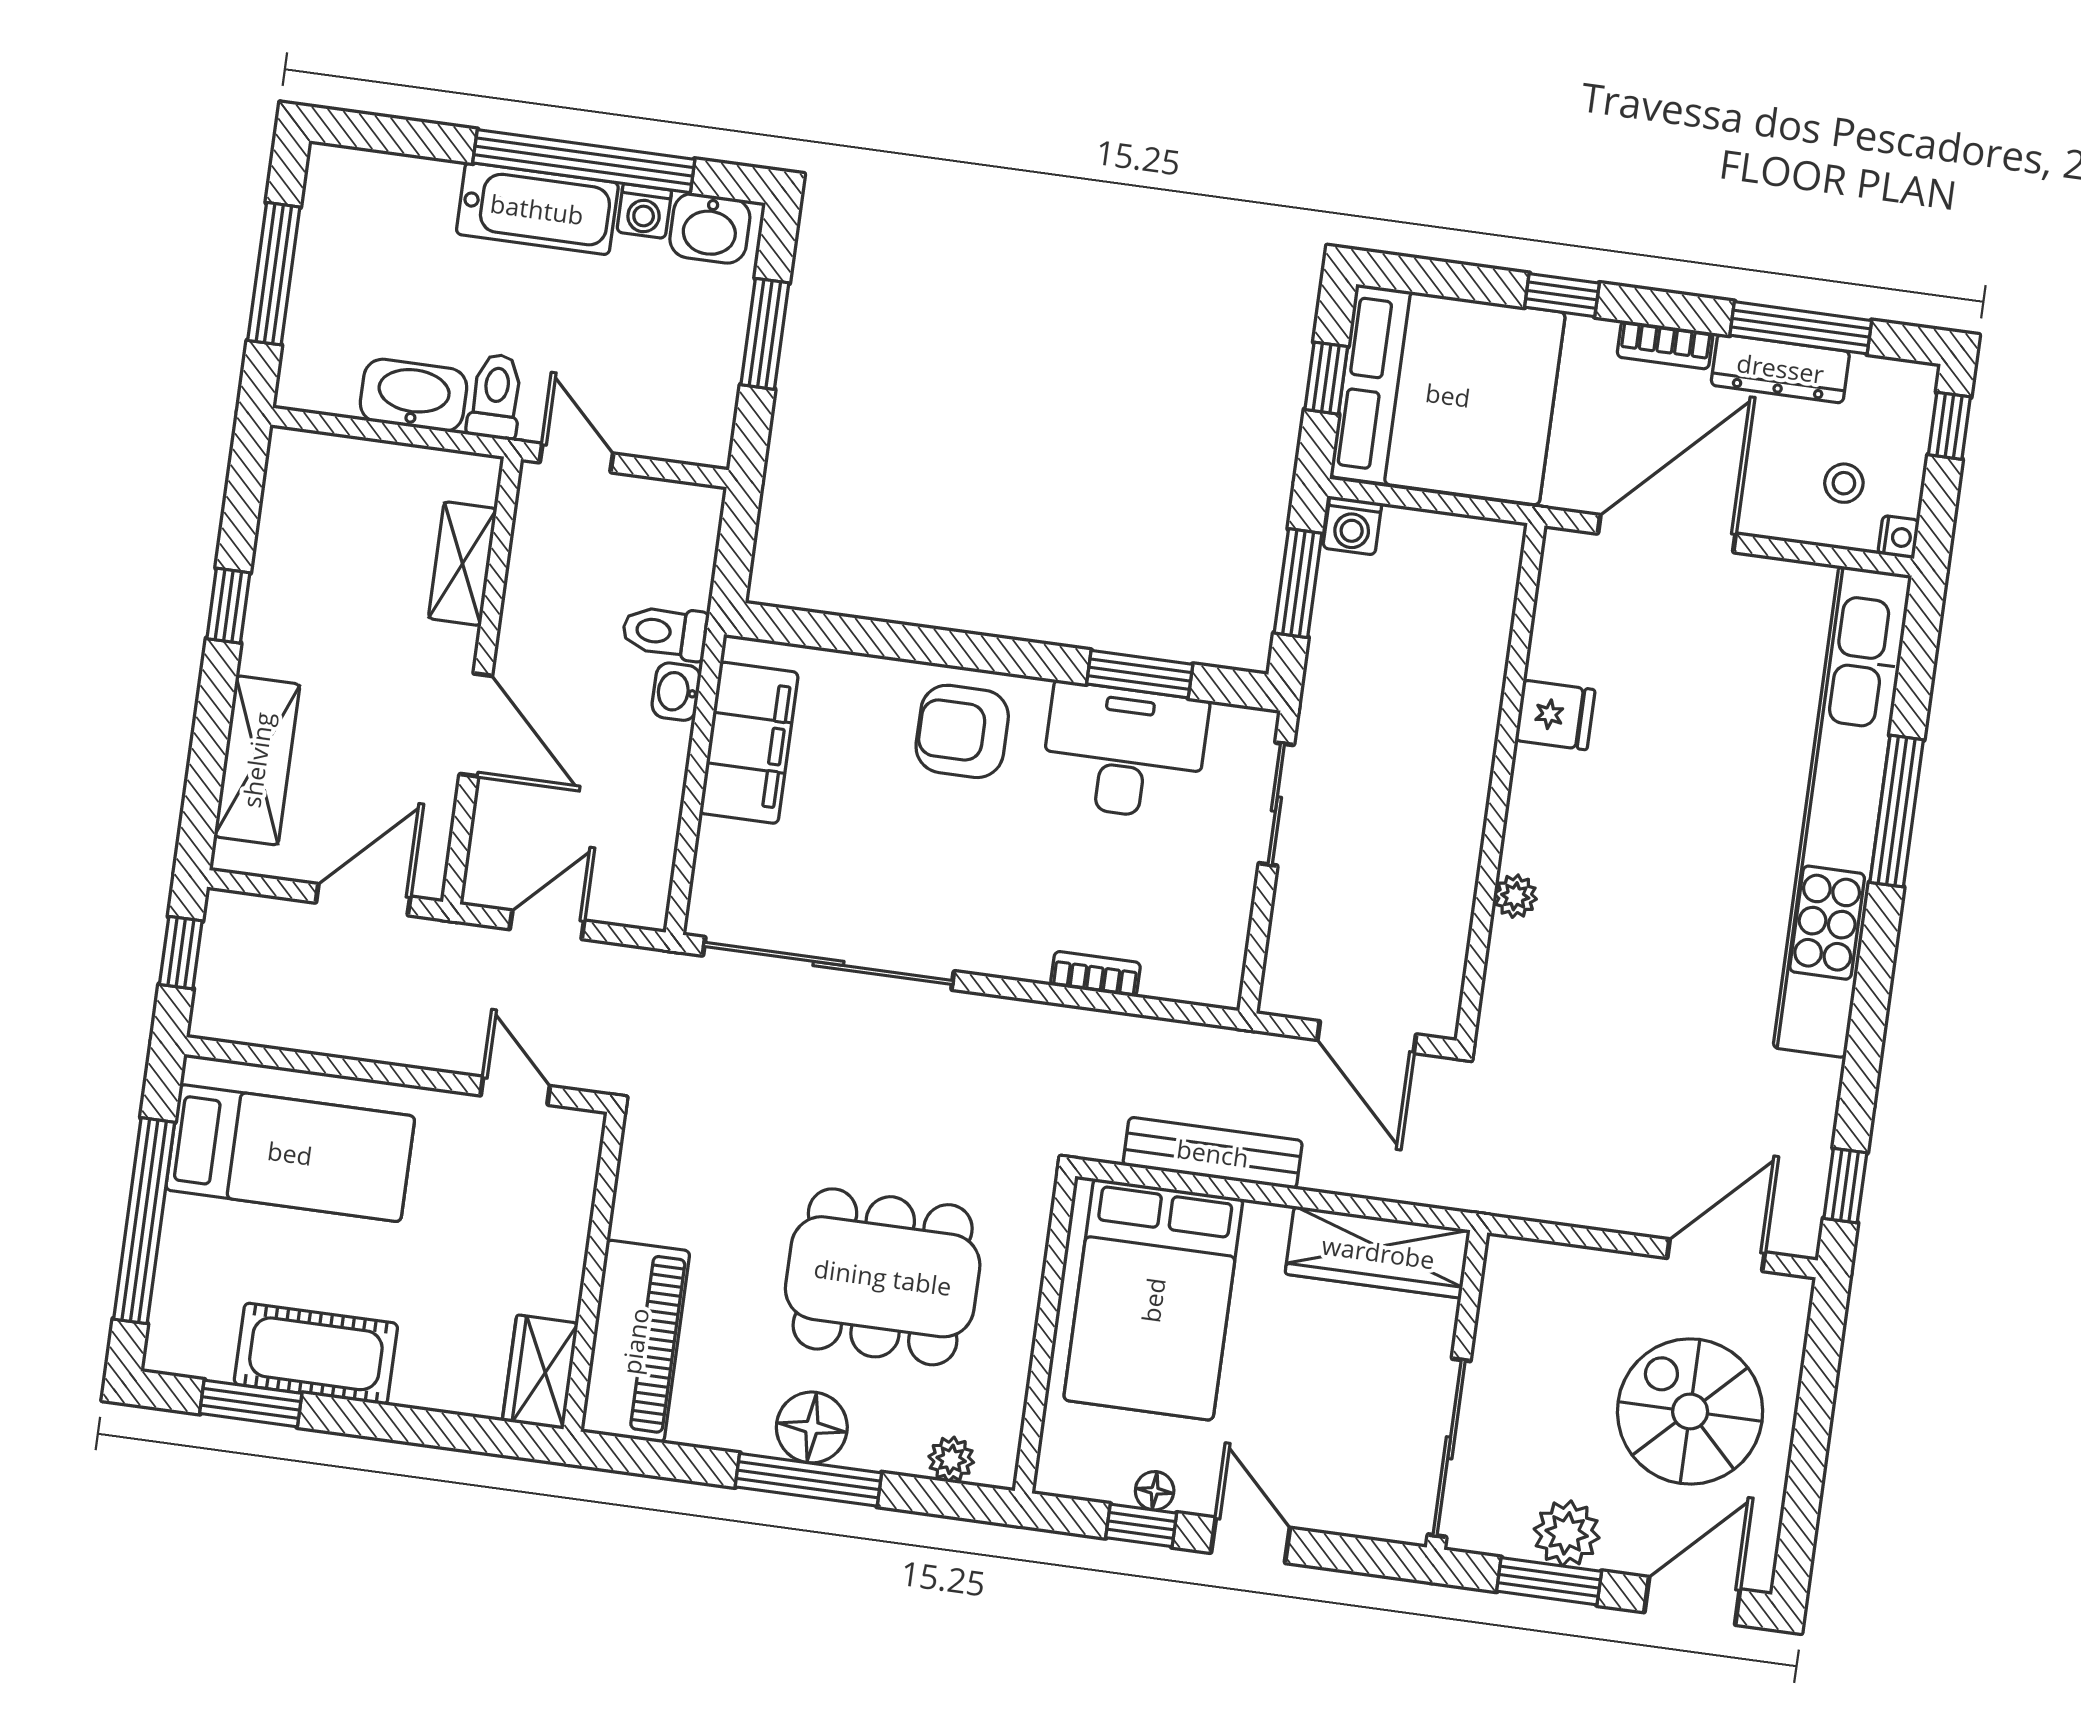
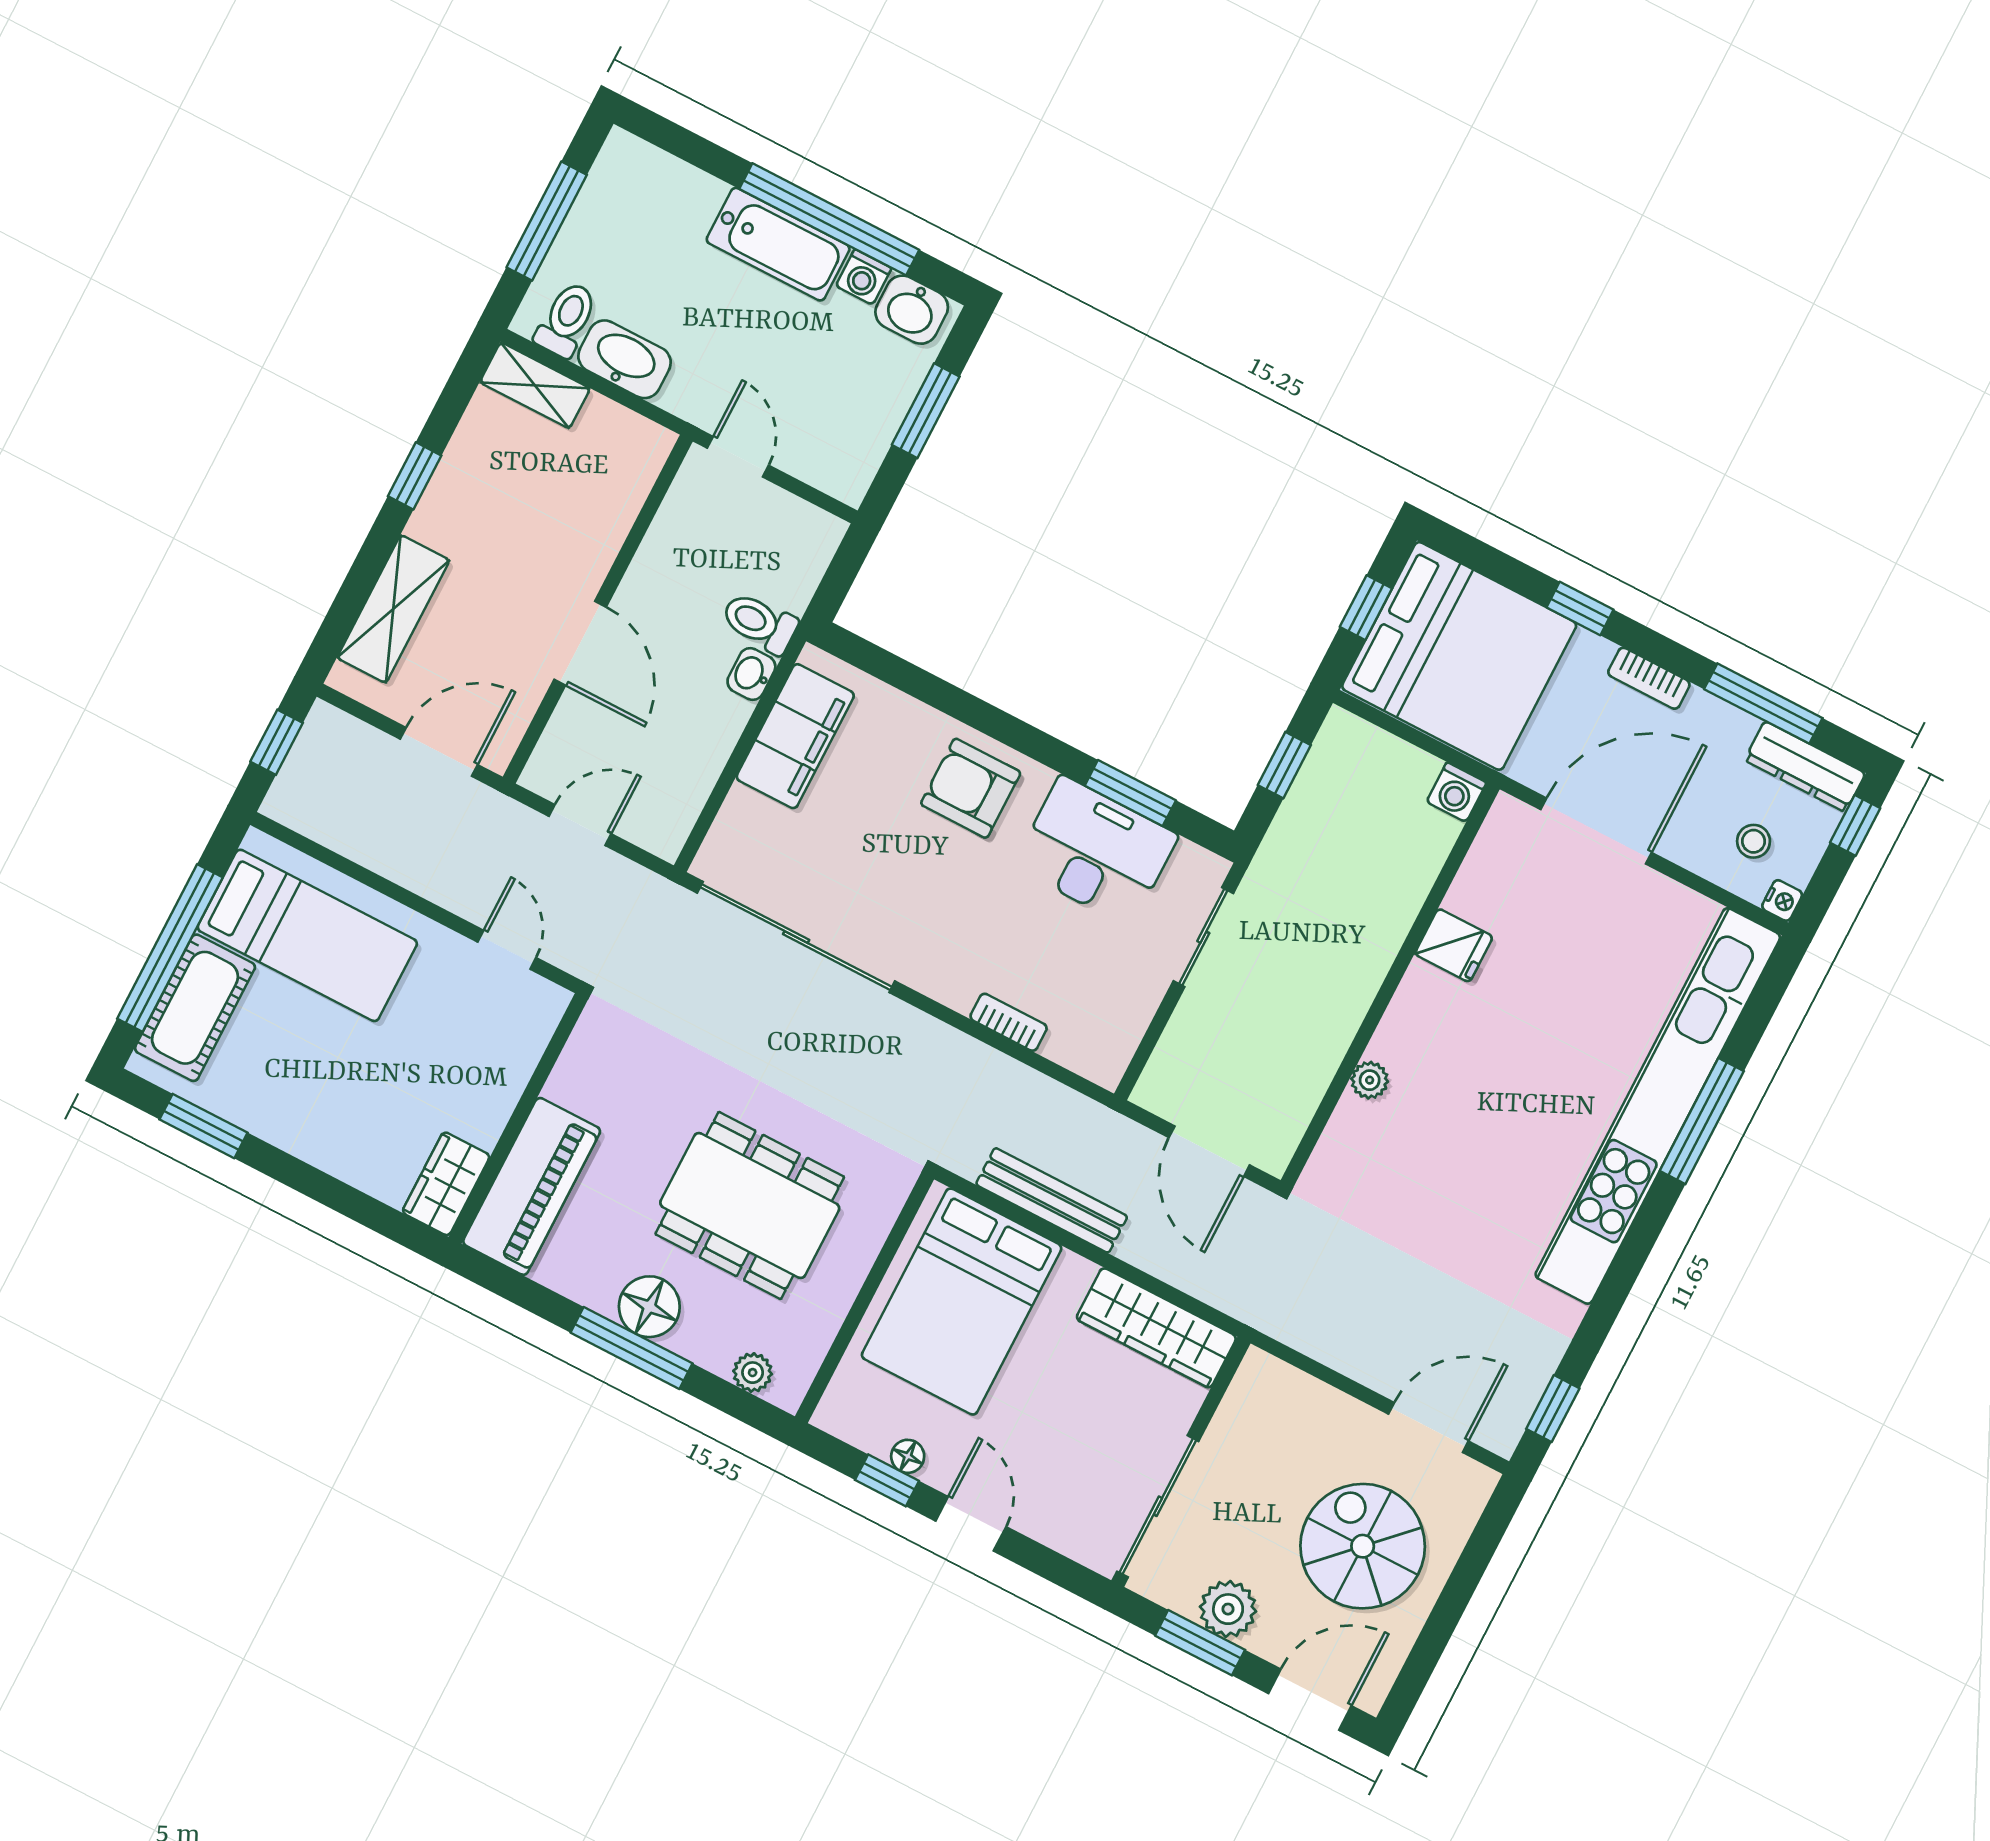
dresser: (1780, 368) -> (1805, 767), moved
toilet: (496, 396) -> (566, 320), moved
washing machine: (1352, 526) -> (1456, 792), moved
shelving: (463, 564) -> (535, 385), moved, turned 90
window: (1298, 583) -> (1284, 765), width x0.67
cot: (316, 1354) -> (195, 1008), moved, turned 90

